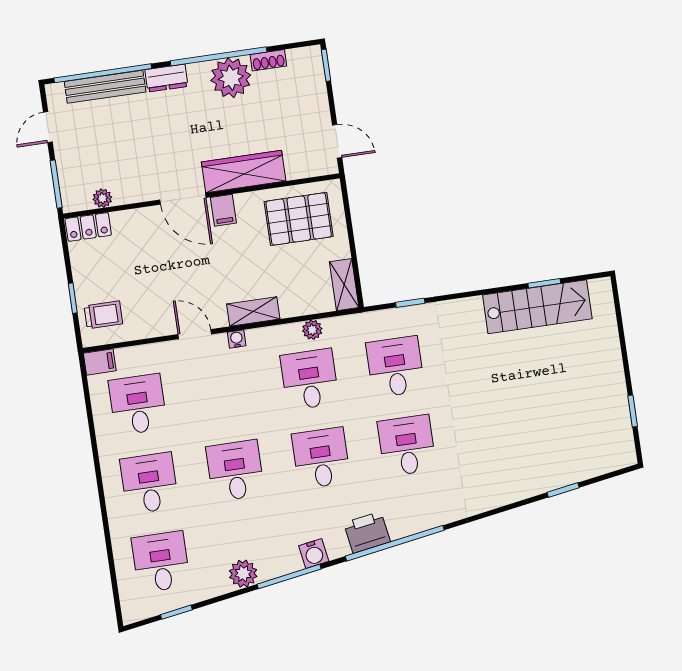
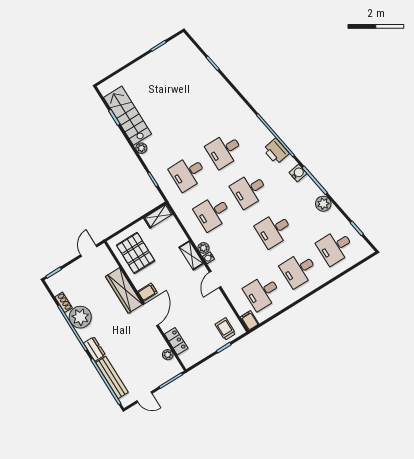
locker: (88, 227) -> (176, 341), moved
plant: (472, 306) -> (141, 148), added
plant: (312, 330) -> (203, 248), moved

